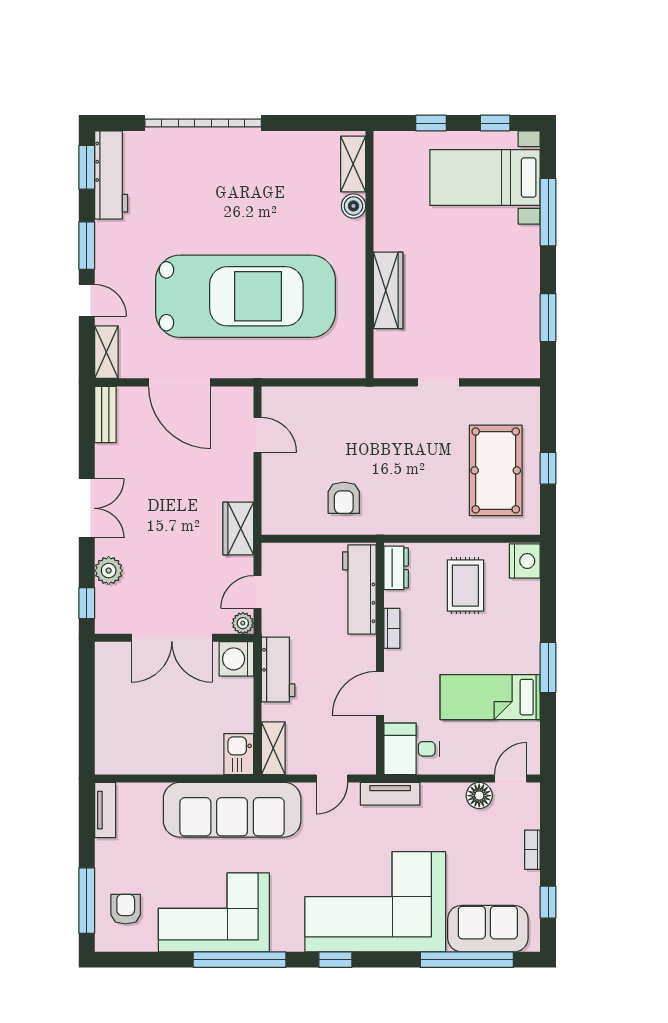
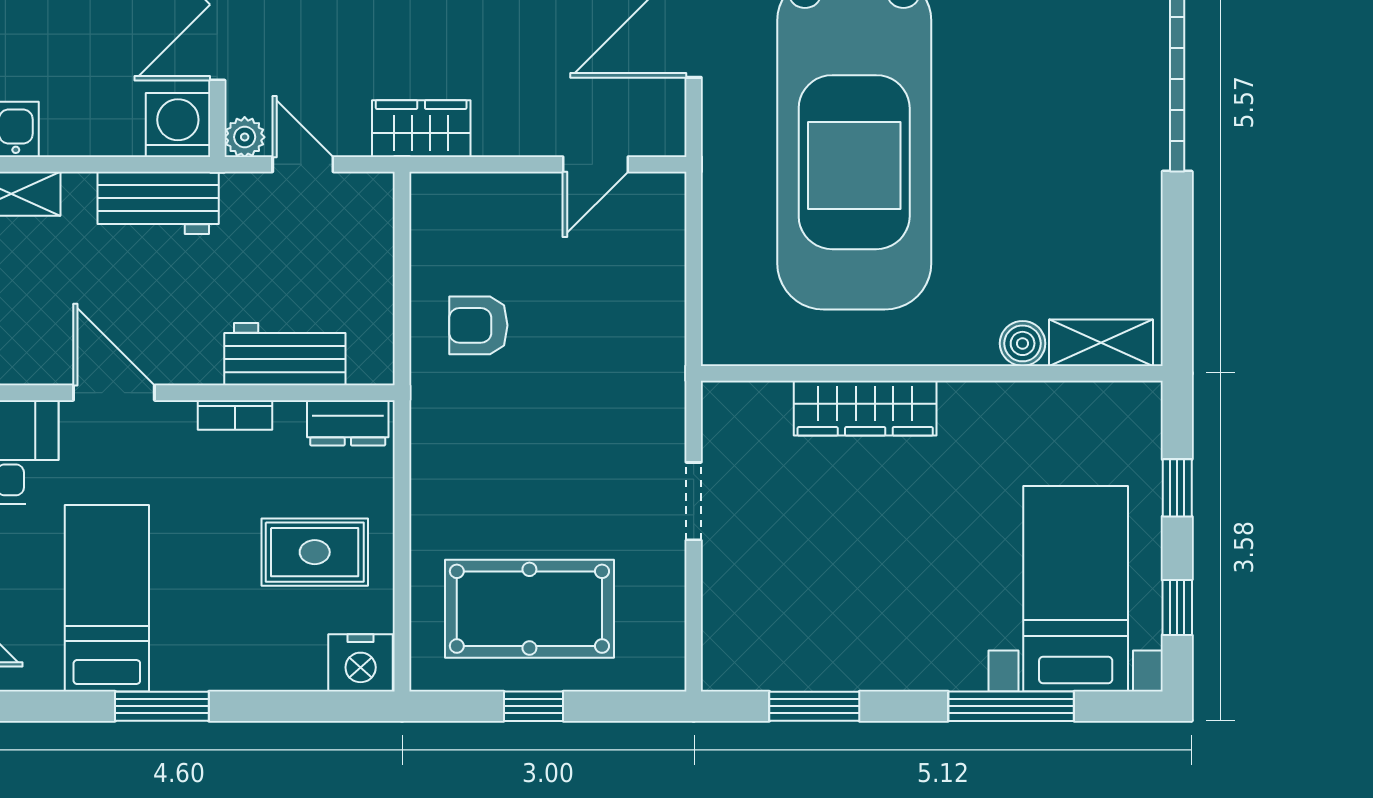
workbench: (359, 589) -> (285, 354), width x0.73

